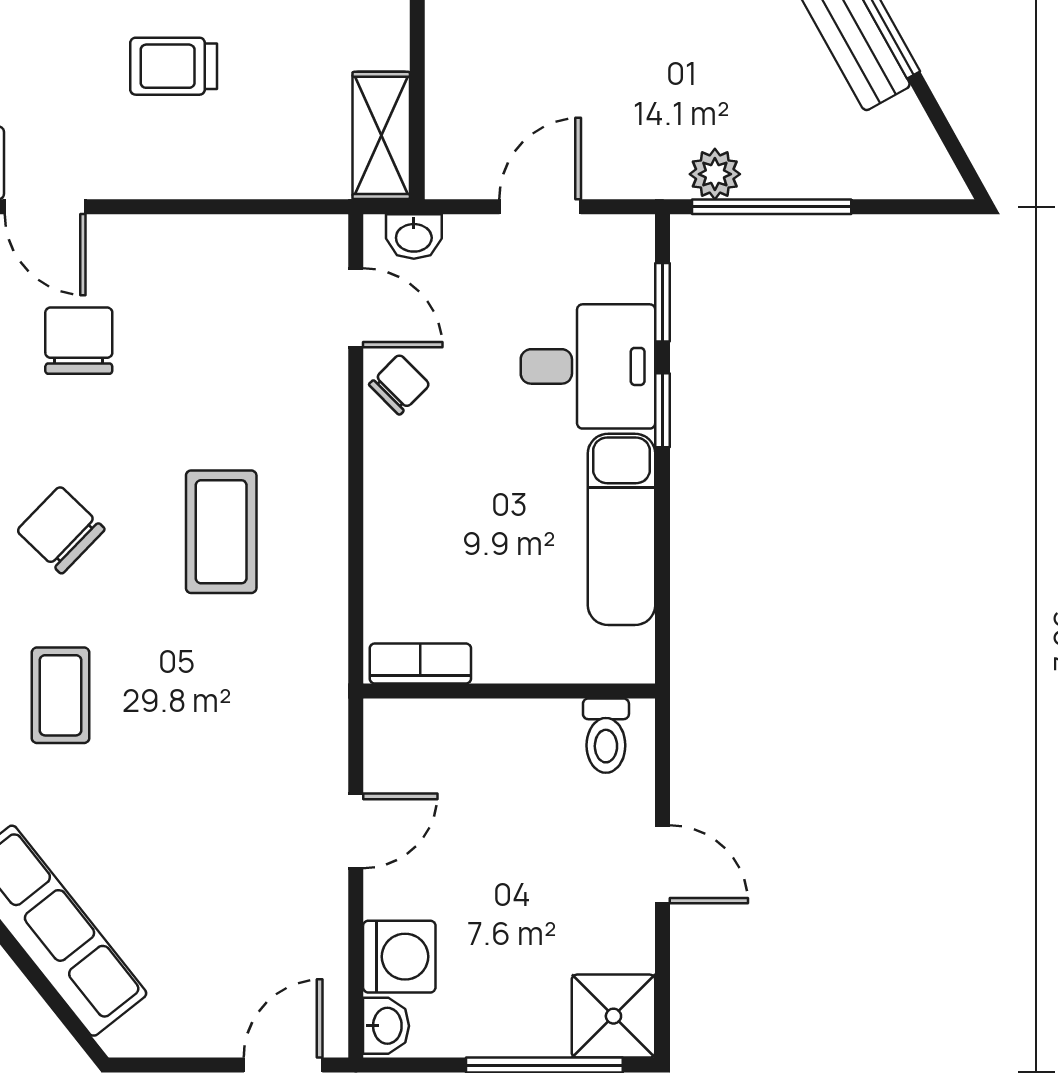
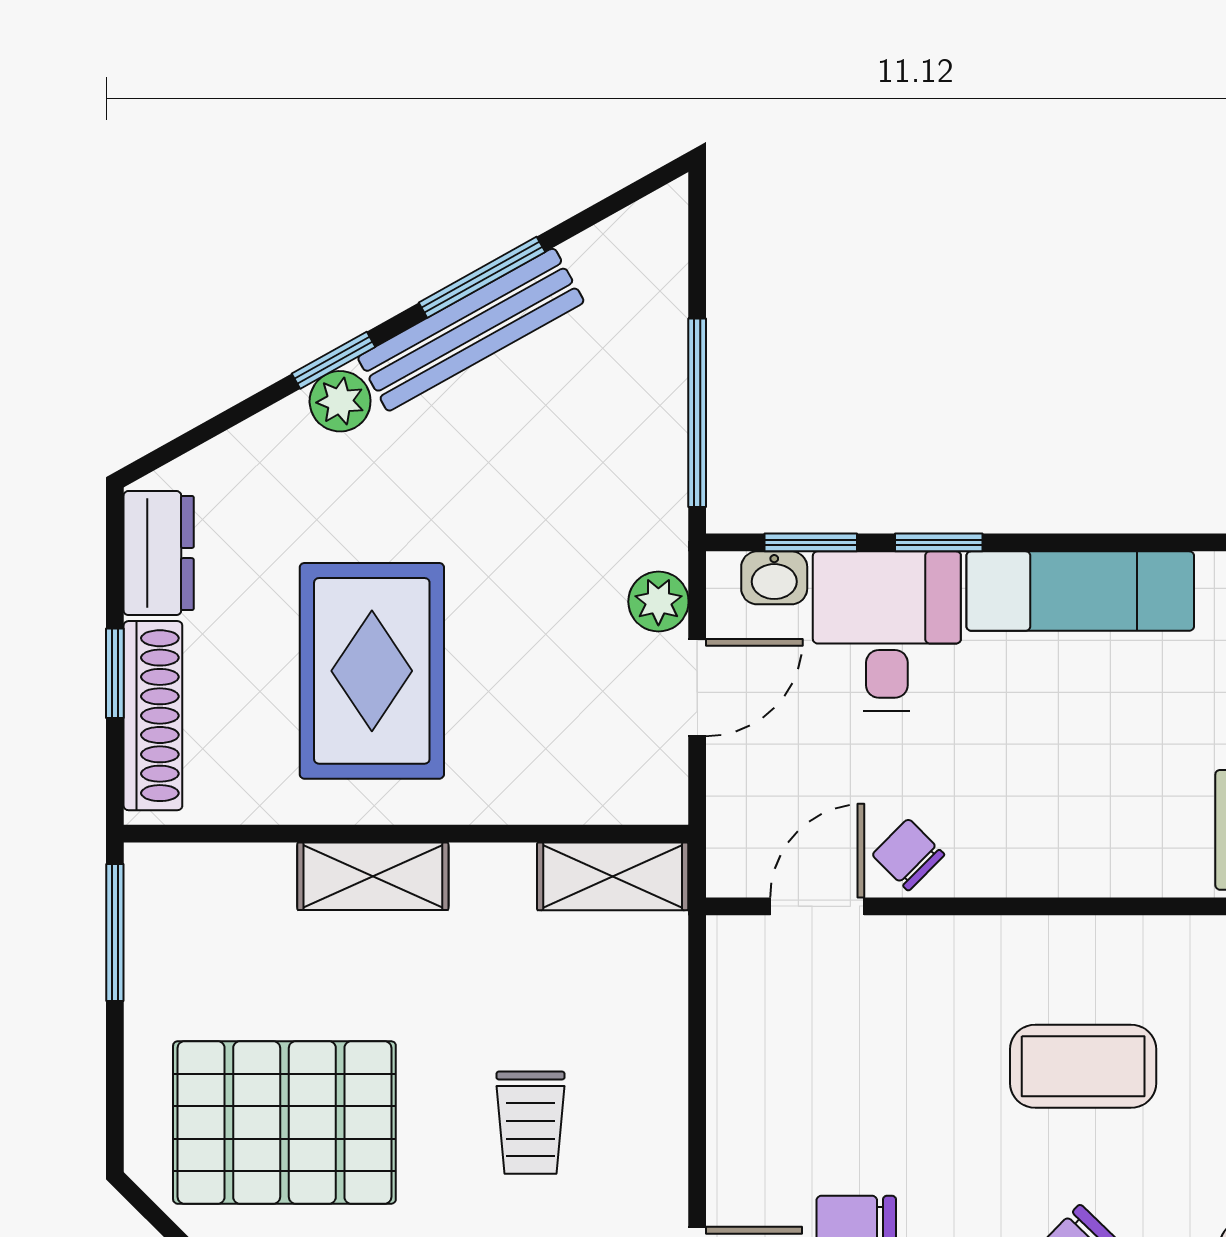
plant: (715, 174) -> (658, 602), moved
door: (540, 207) -> (697, 688), swing flipped
washbasin: (414, 236) -> (774, 578), moved, turned 90

